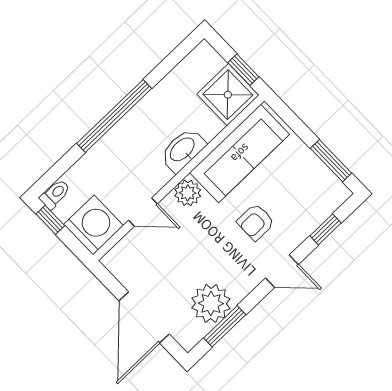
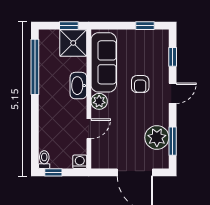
window: (114, 116) -> (35, 67), moved
window: (331, 161) -> (145, 26), width x0.67
washing machine: (94, 225) -> (80, 162), width x0.53, depth x0.53

